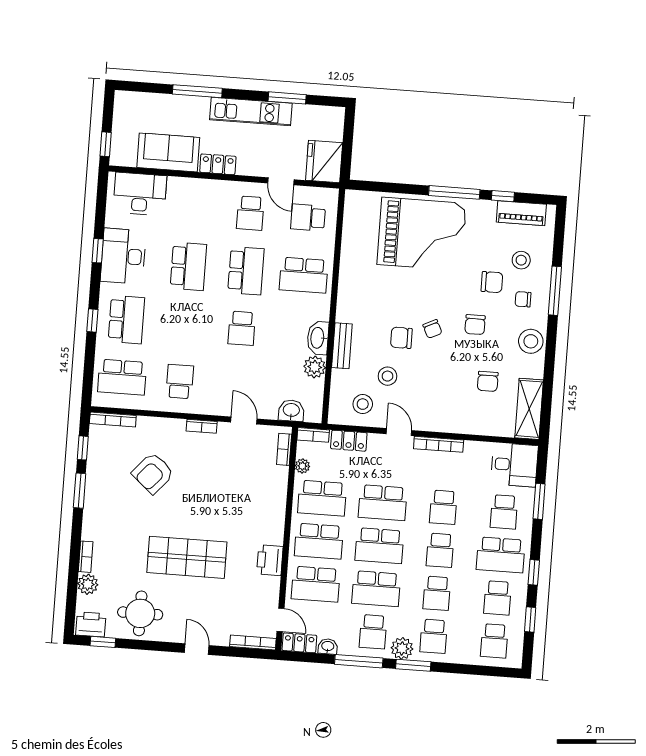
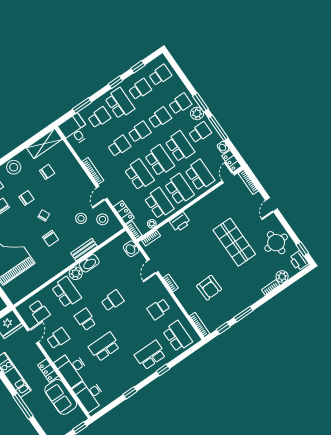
desk: (123, 256) -> (72, 369), moved, turned 90
school desk: (246, 271) -> (85, 320), width x0.54
chair: (401, 338) -> (51, 238), moved
plant: (315, 367) -> (76, 273), moved
armchair: (153, 473) -> (209, 288), turned 47
printer: (270, 560) -> (180, 222), moved

